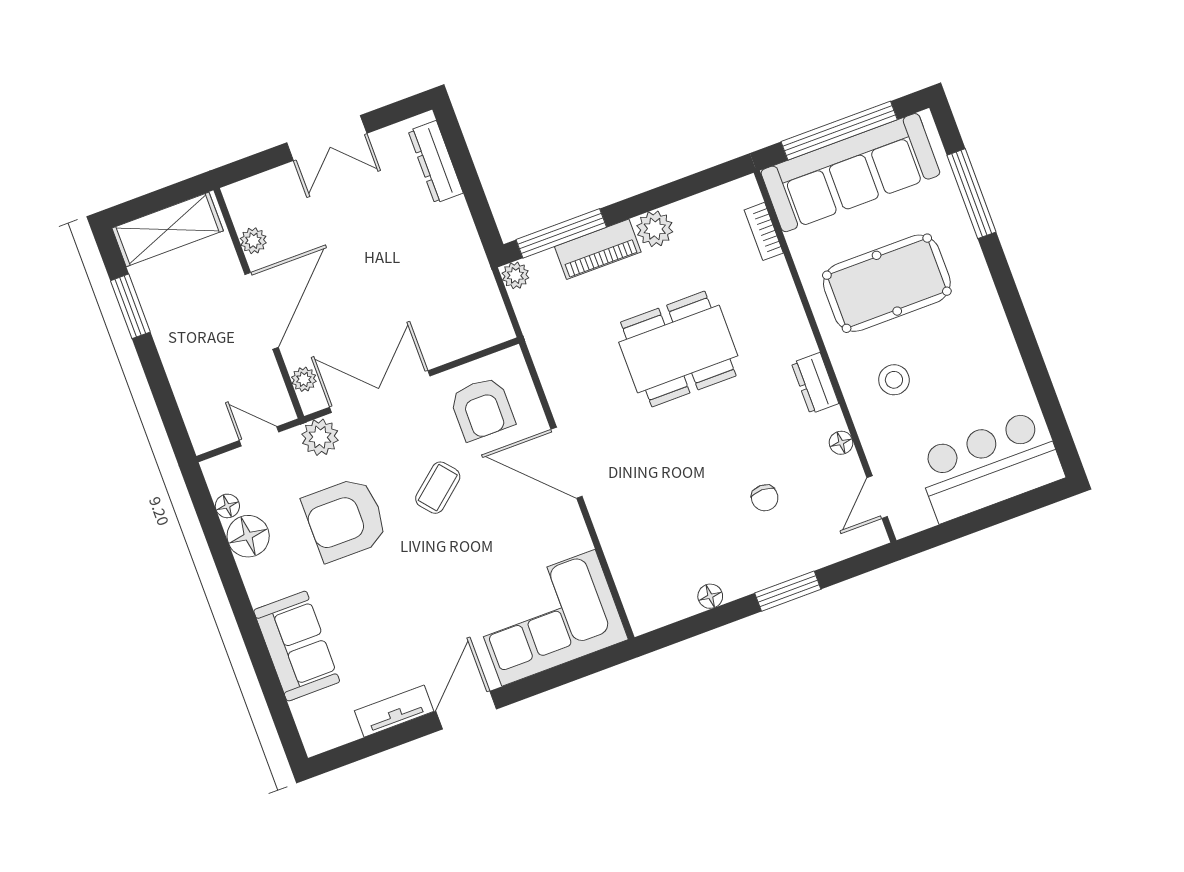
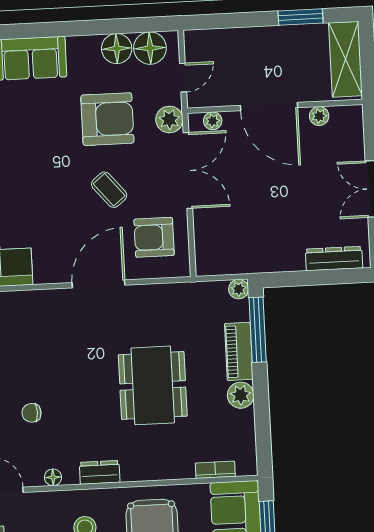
floor lamp: (227, 506) -> (150, 48), width x1.89, depth x1.89
armchair: (345, 519) -> (107, 119), turned 90

